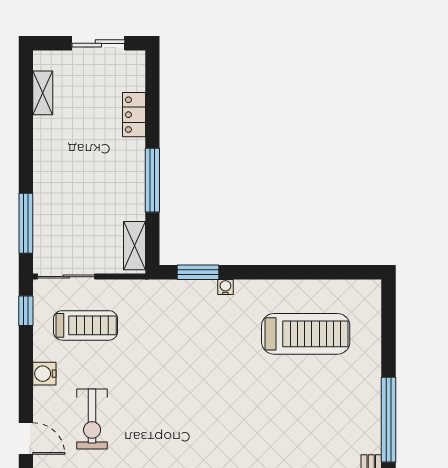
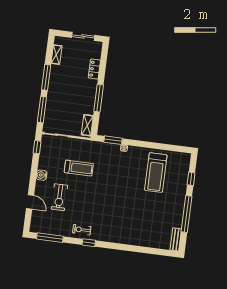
window: (26, 148) -> (46, 77), added
treadmill: (85, 325) -> (79, 168), moved
treadmill: (306, 334) -> (156, 173), turned 90
window: (388, 338) -> (191, 179), added

